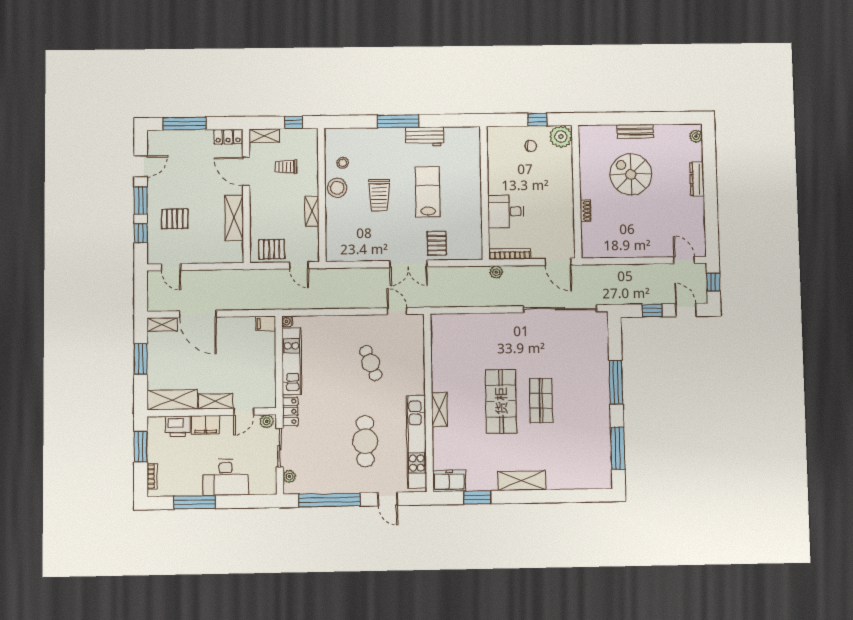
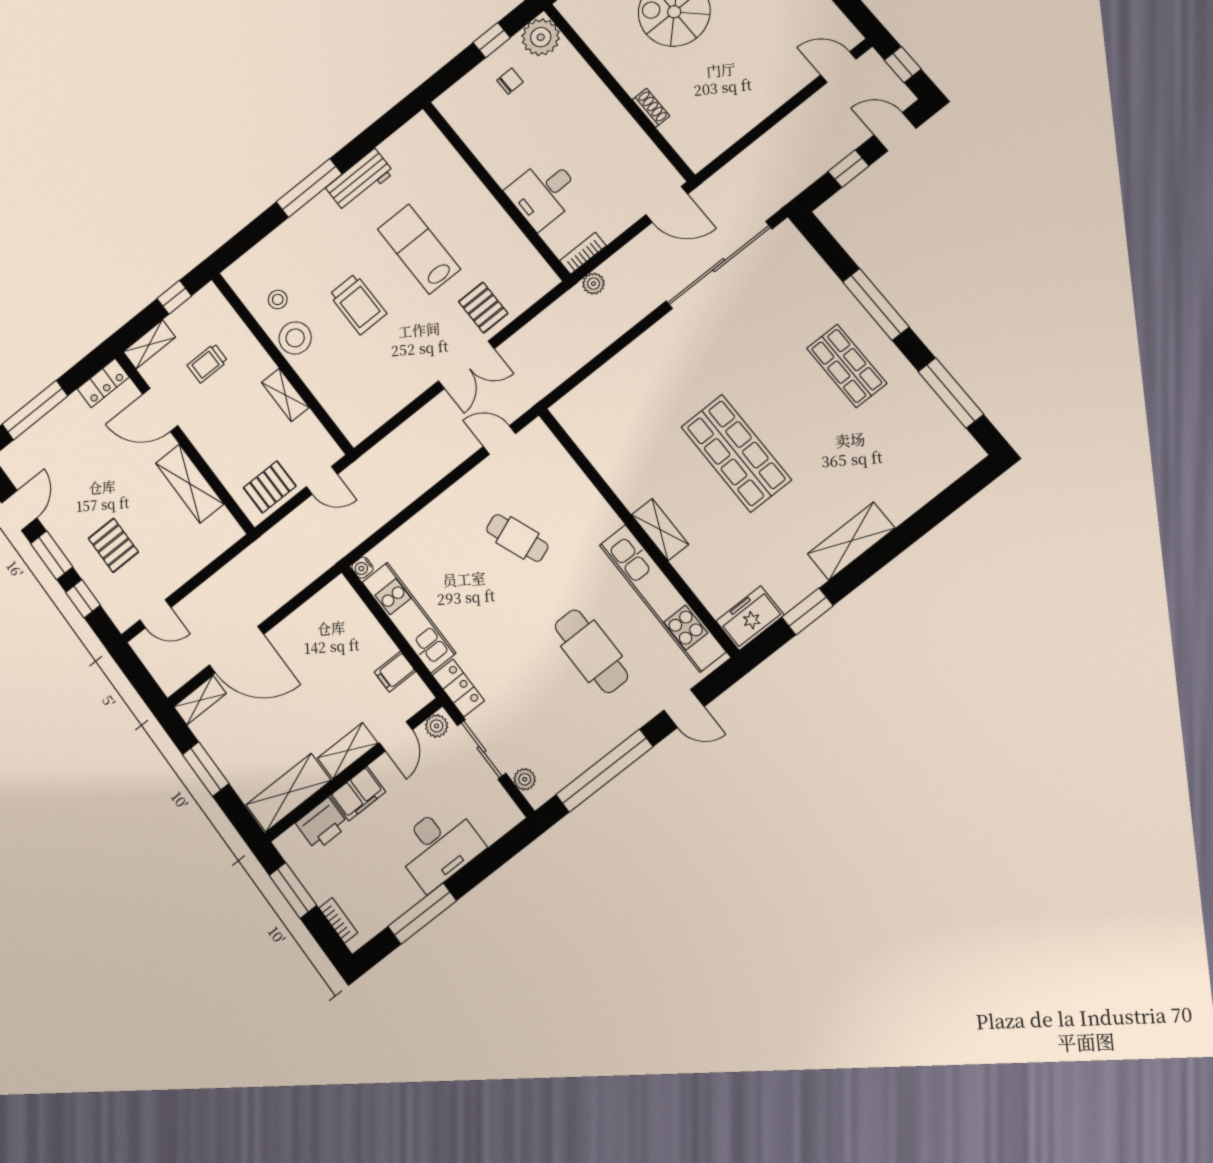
pallet: (175, 219) -> (113, 545), turned 90
bookcase: (510, 254) -> (583, 253), width x0.64
filing cabinet: (266, 324) -> (395, 672), moved
shop shelf: (541, 401) -> (847, 366), moved

